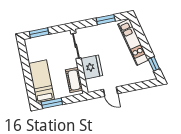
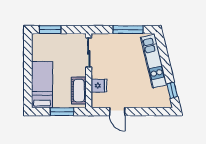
window: (106, 20) -> (128, 30), width x1.44
fridge: (92, 67) -> (99, 86), width x0.53, depth x0.75
window: (52, 103) -> (62, 112), moved

